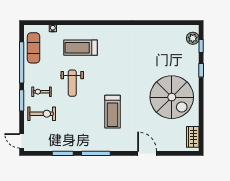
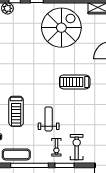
weight bench: (72, 83) -> (49, 119), turned -90
treadmill: (113, 112) -> (75, 82), turned 180

